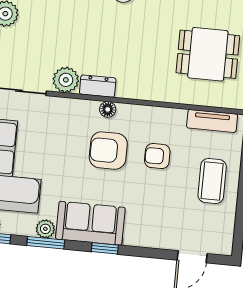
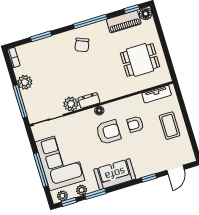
armchair: (108, 151) -> (108, 132), turned 180
plant: (45, 229) -> (82, 190), moved
window: (105, 248) -> (149, 178), moved

